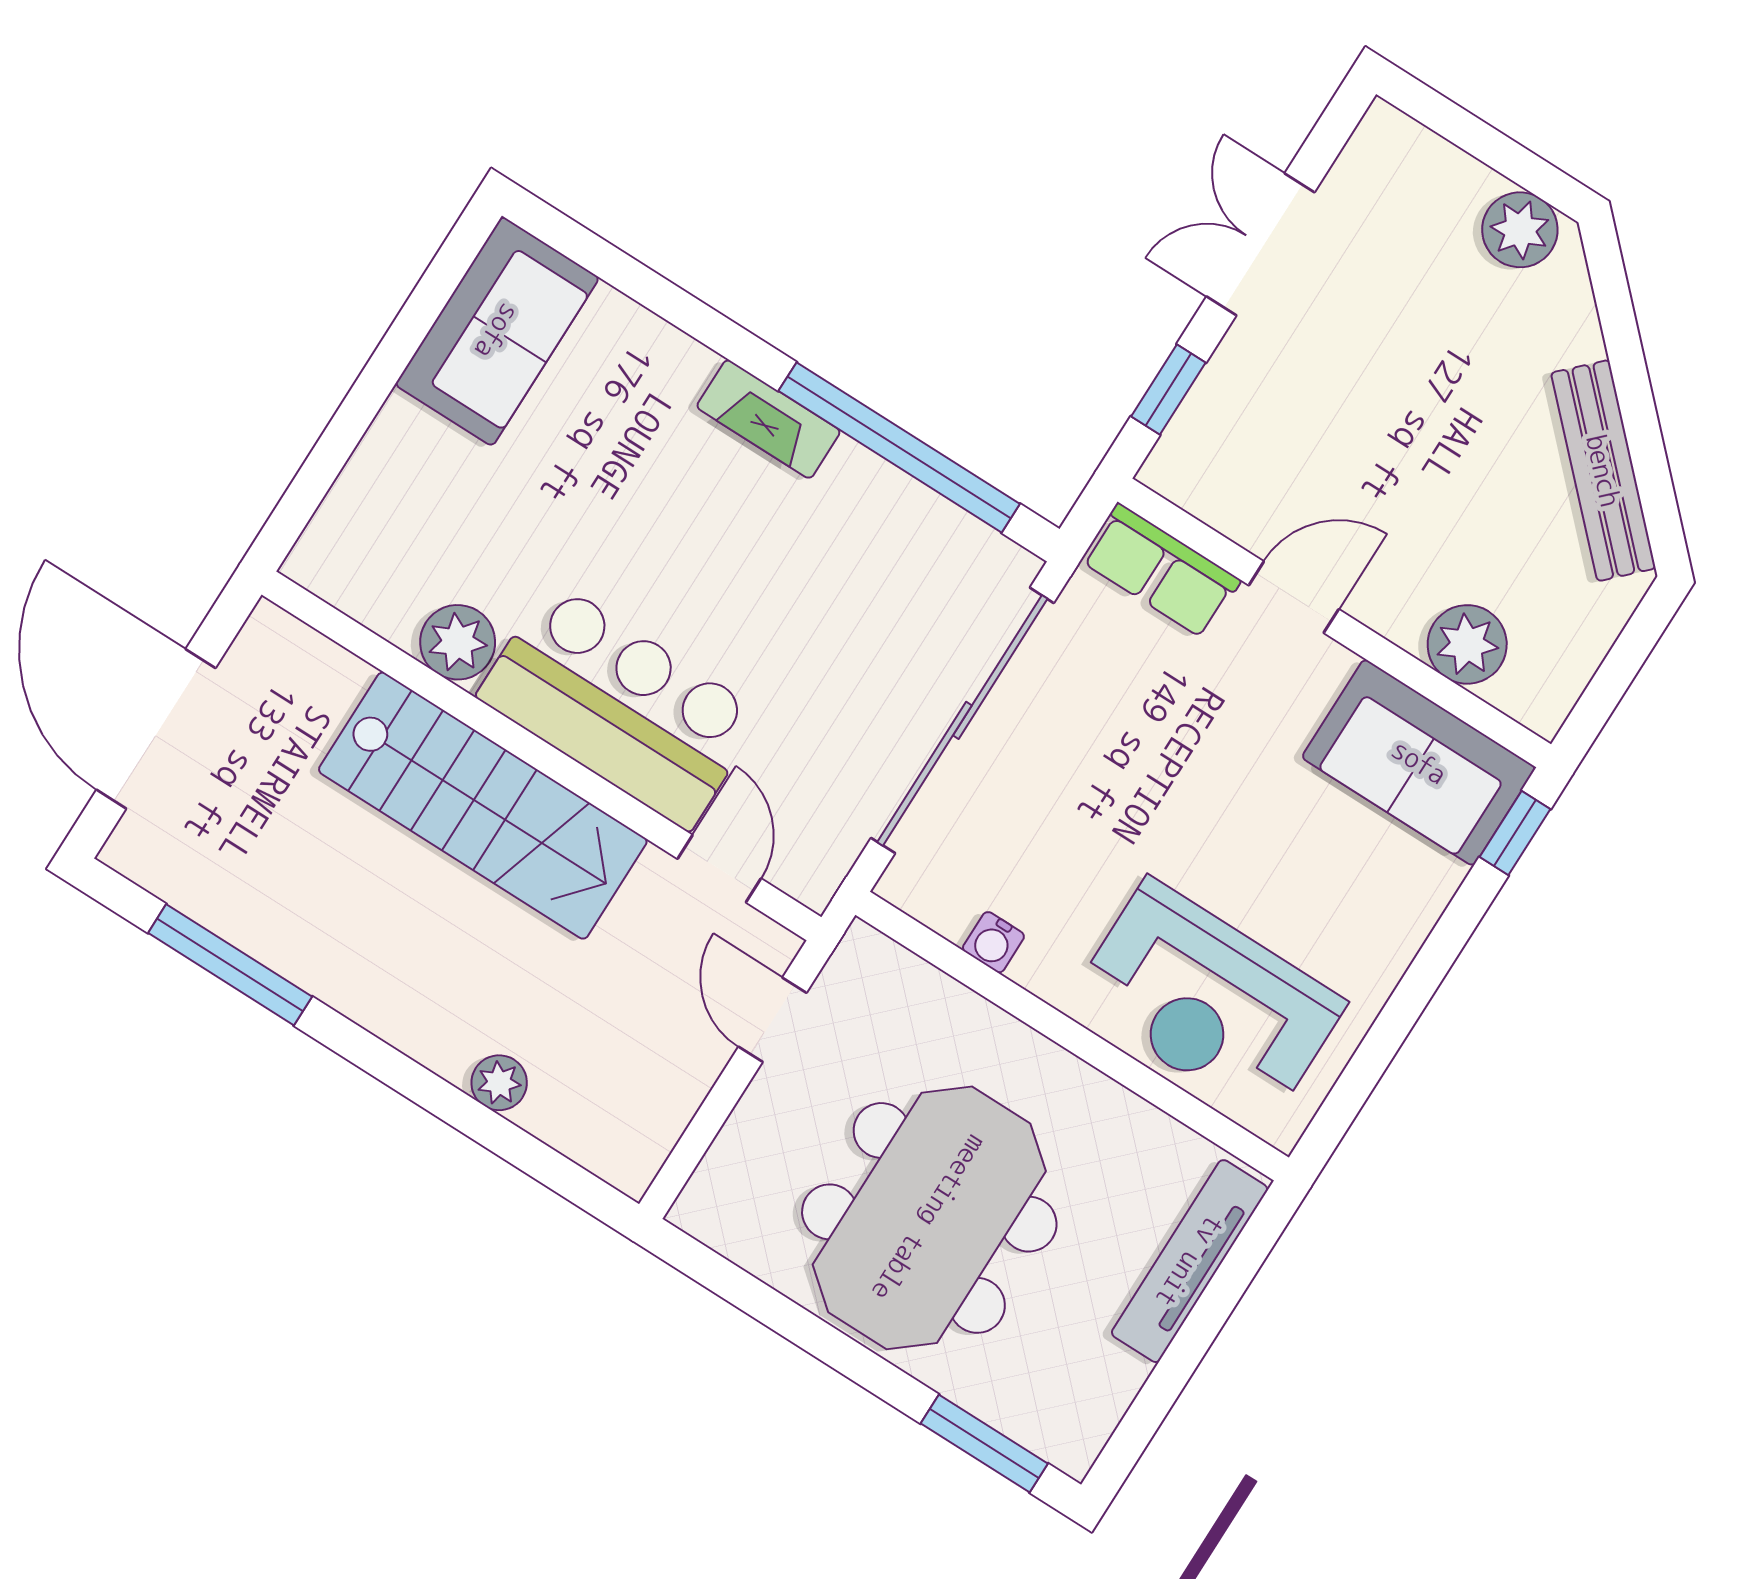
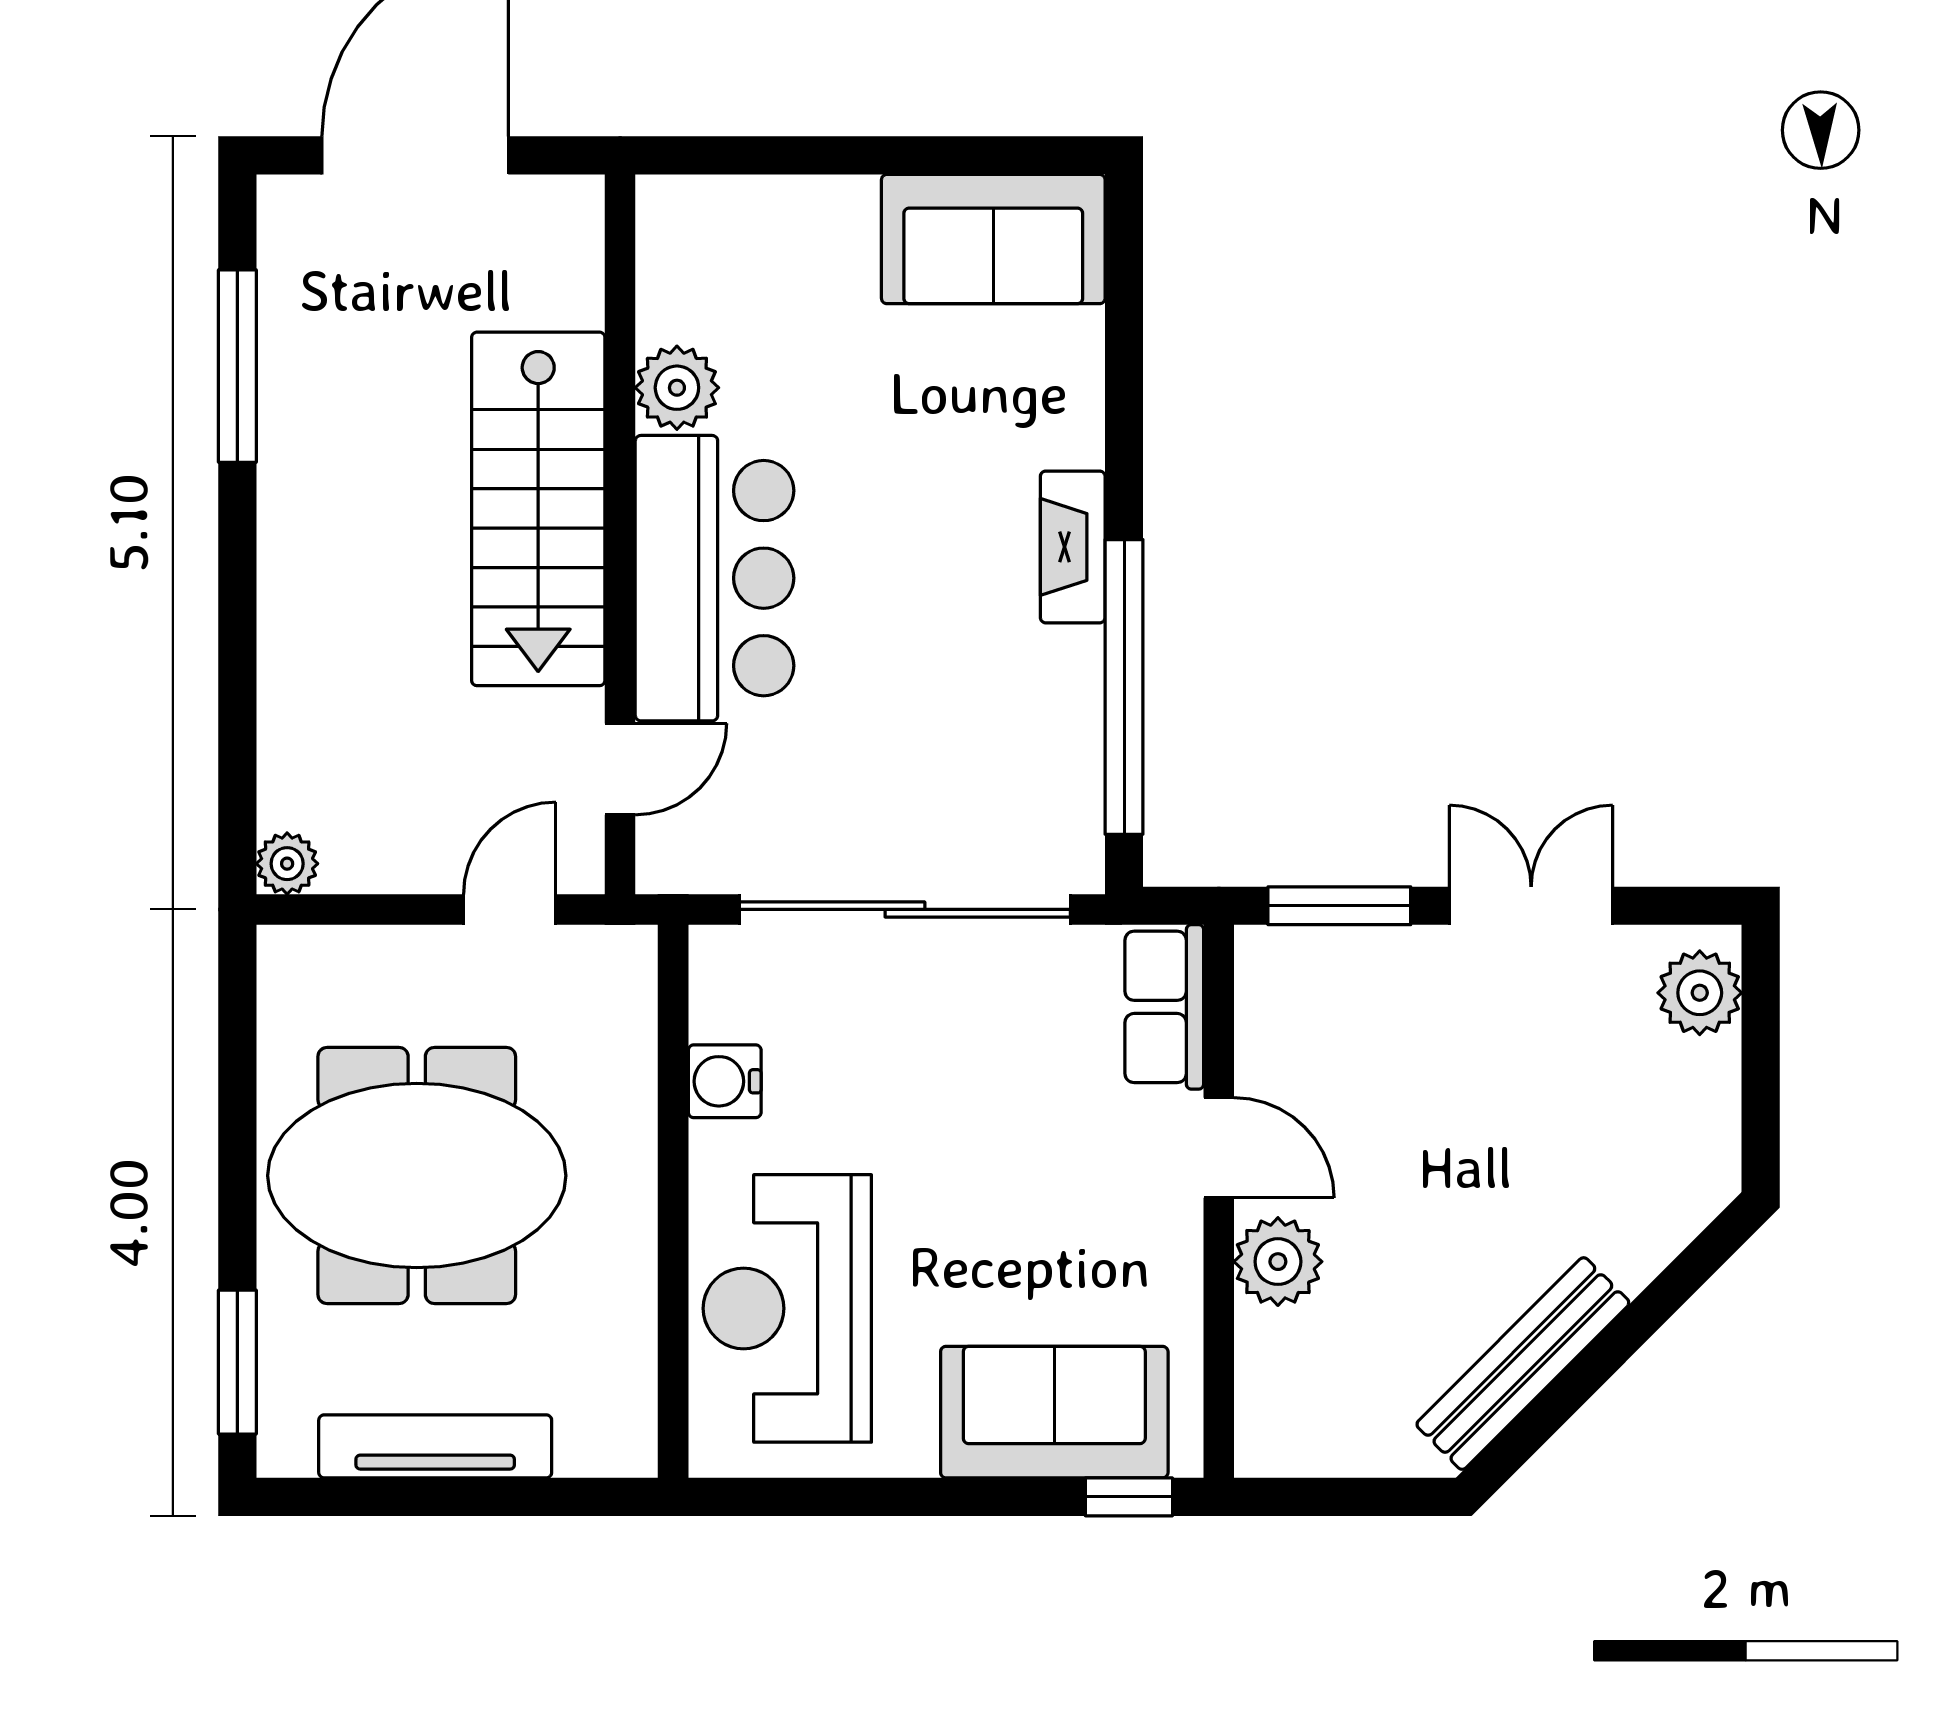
plant: (1520, 230) -> (1700, 993), moved
window: (1168, 390) -> (1339, 906), width x1.50
plant: (1467, 644) -> (1278, 1262), moved
sofa: (1419, 762) -> (1054, 1412), moved, turned 90
water cooler: (993, 942) -> (725, 1081), width x1.38, depth x1.38
plant: (499, 1083) -> (287, 864), moved
tv unit: (1190, 1261) -> (435, 1446), moved

